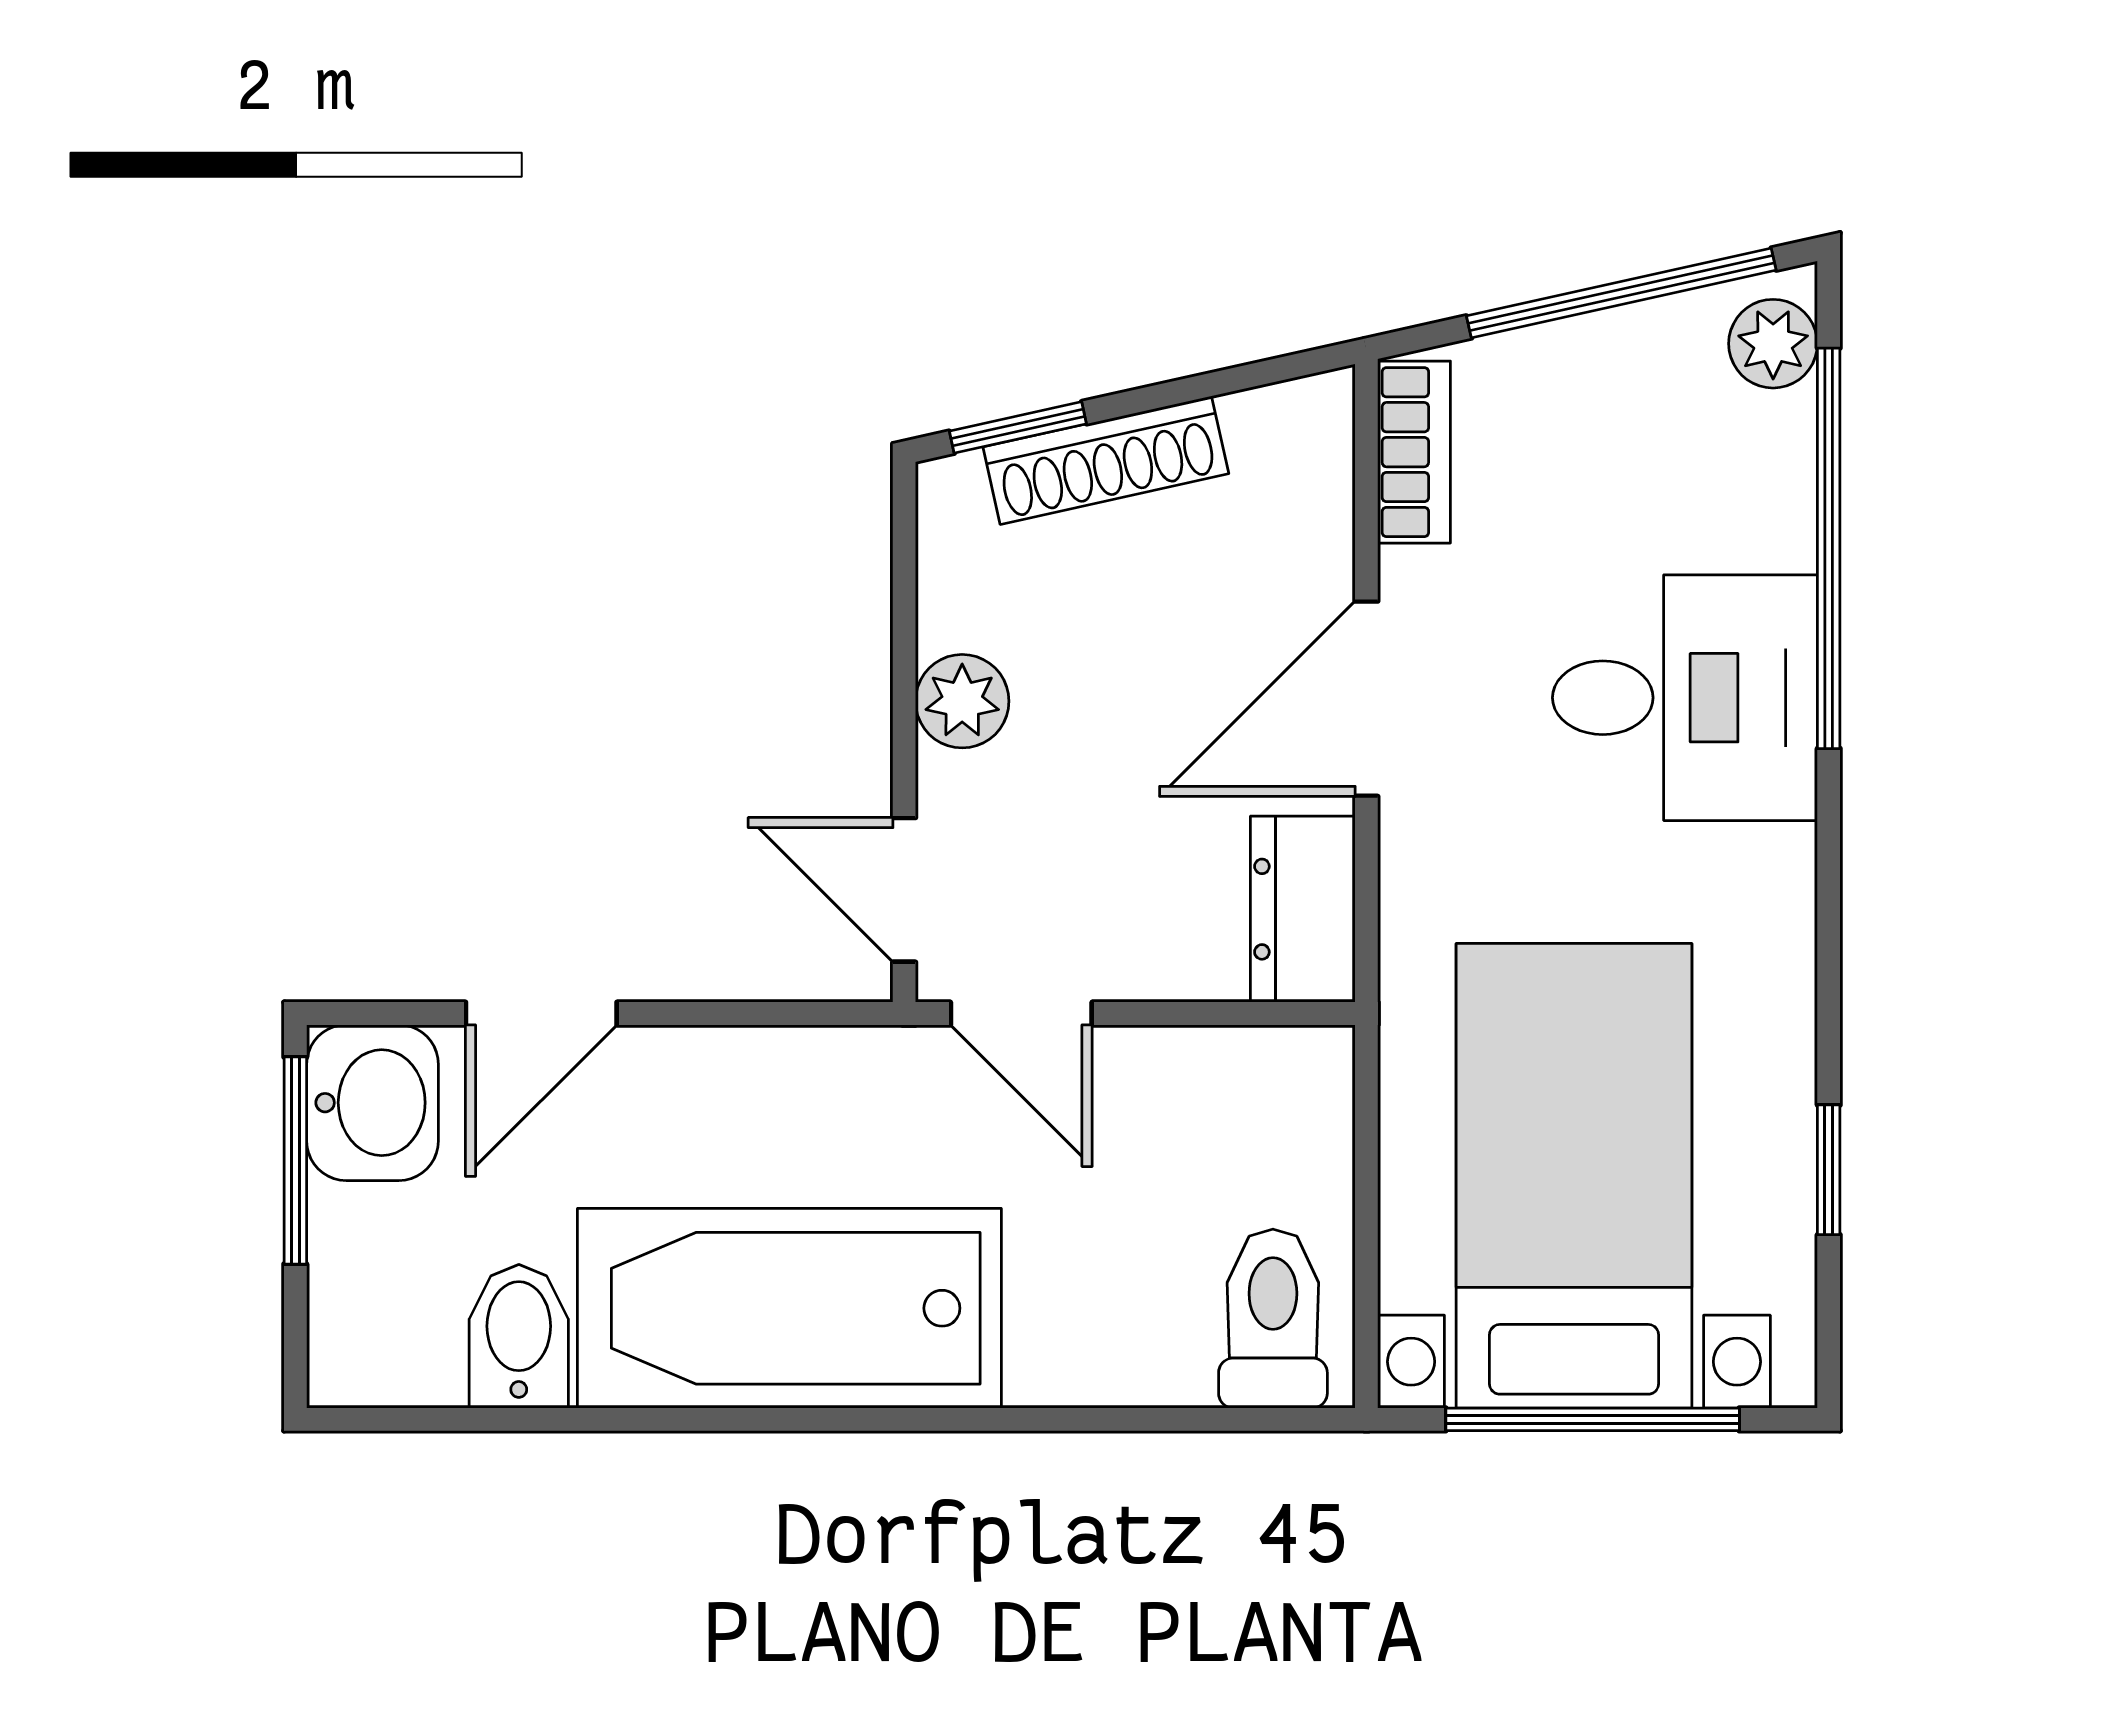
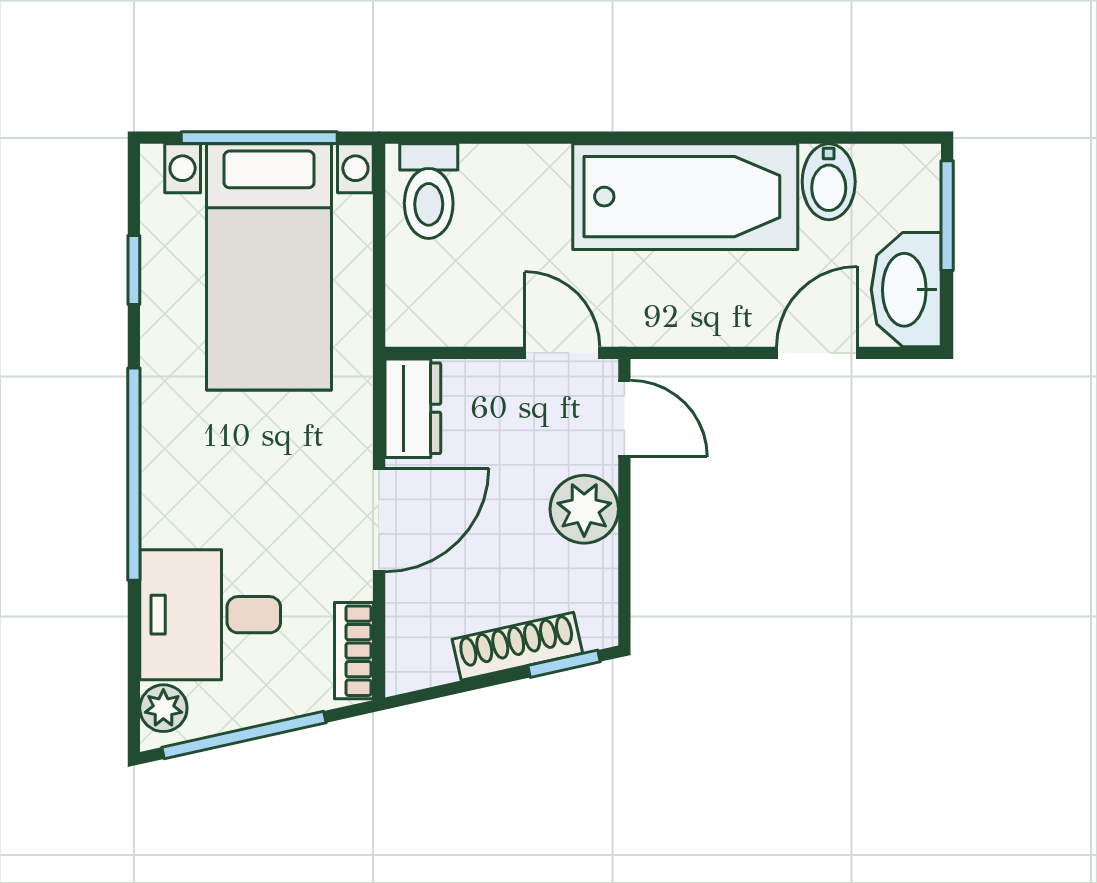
window: (1829, 548) -> (134, 474), moved
desk: (1685, 698) -> (210, 615), moved
plant: (962, 701) -> (584, 509), width x1.38, depth x1.38
washbasin: (373, 1103) -> (906, 290), width x1.38
window: (295, 1161) -> (947, 216), moved

